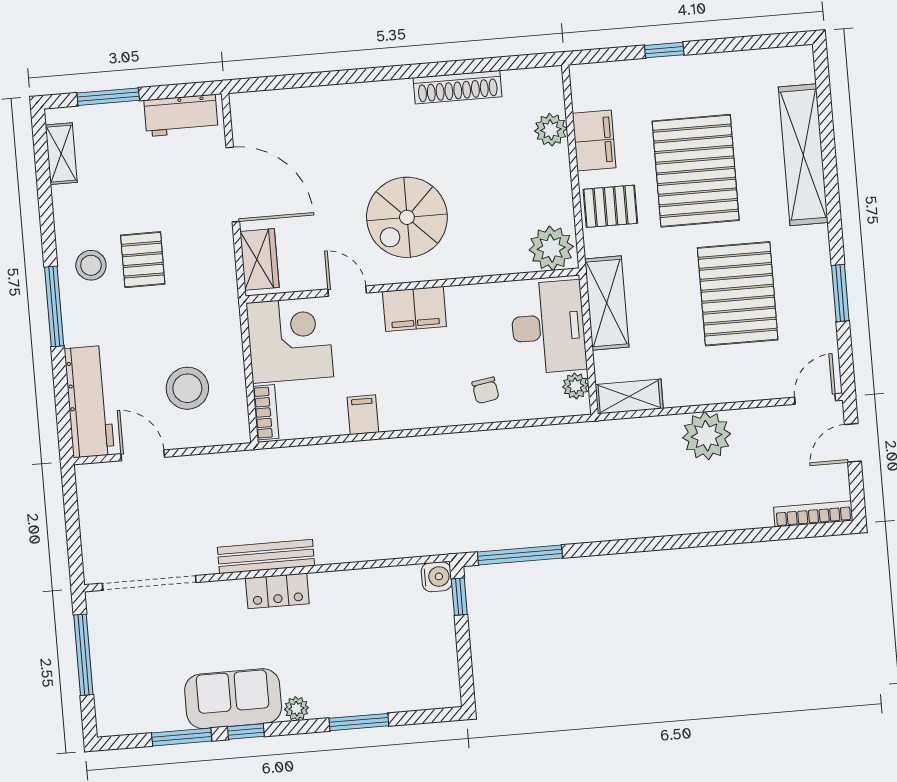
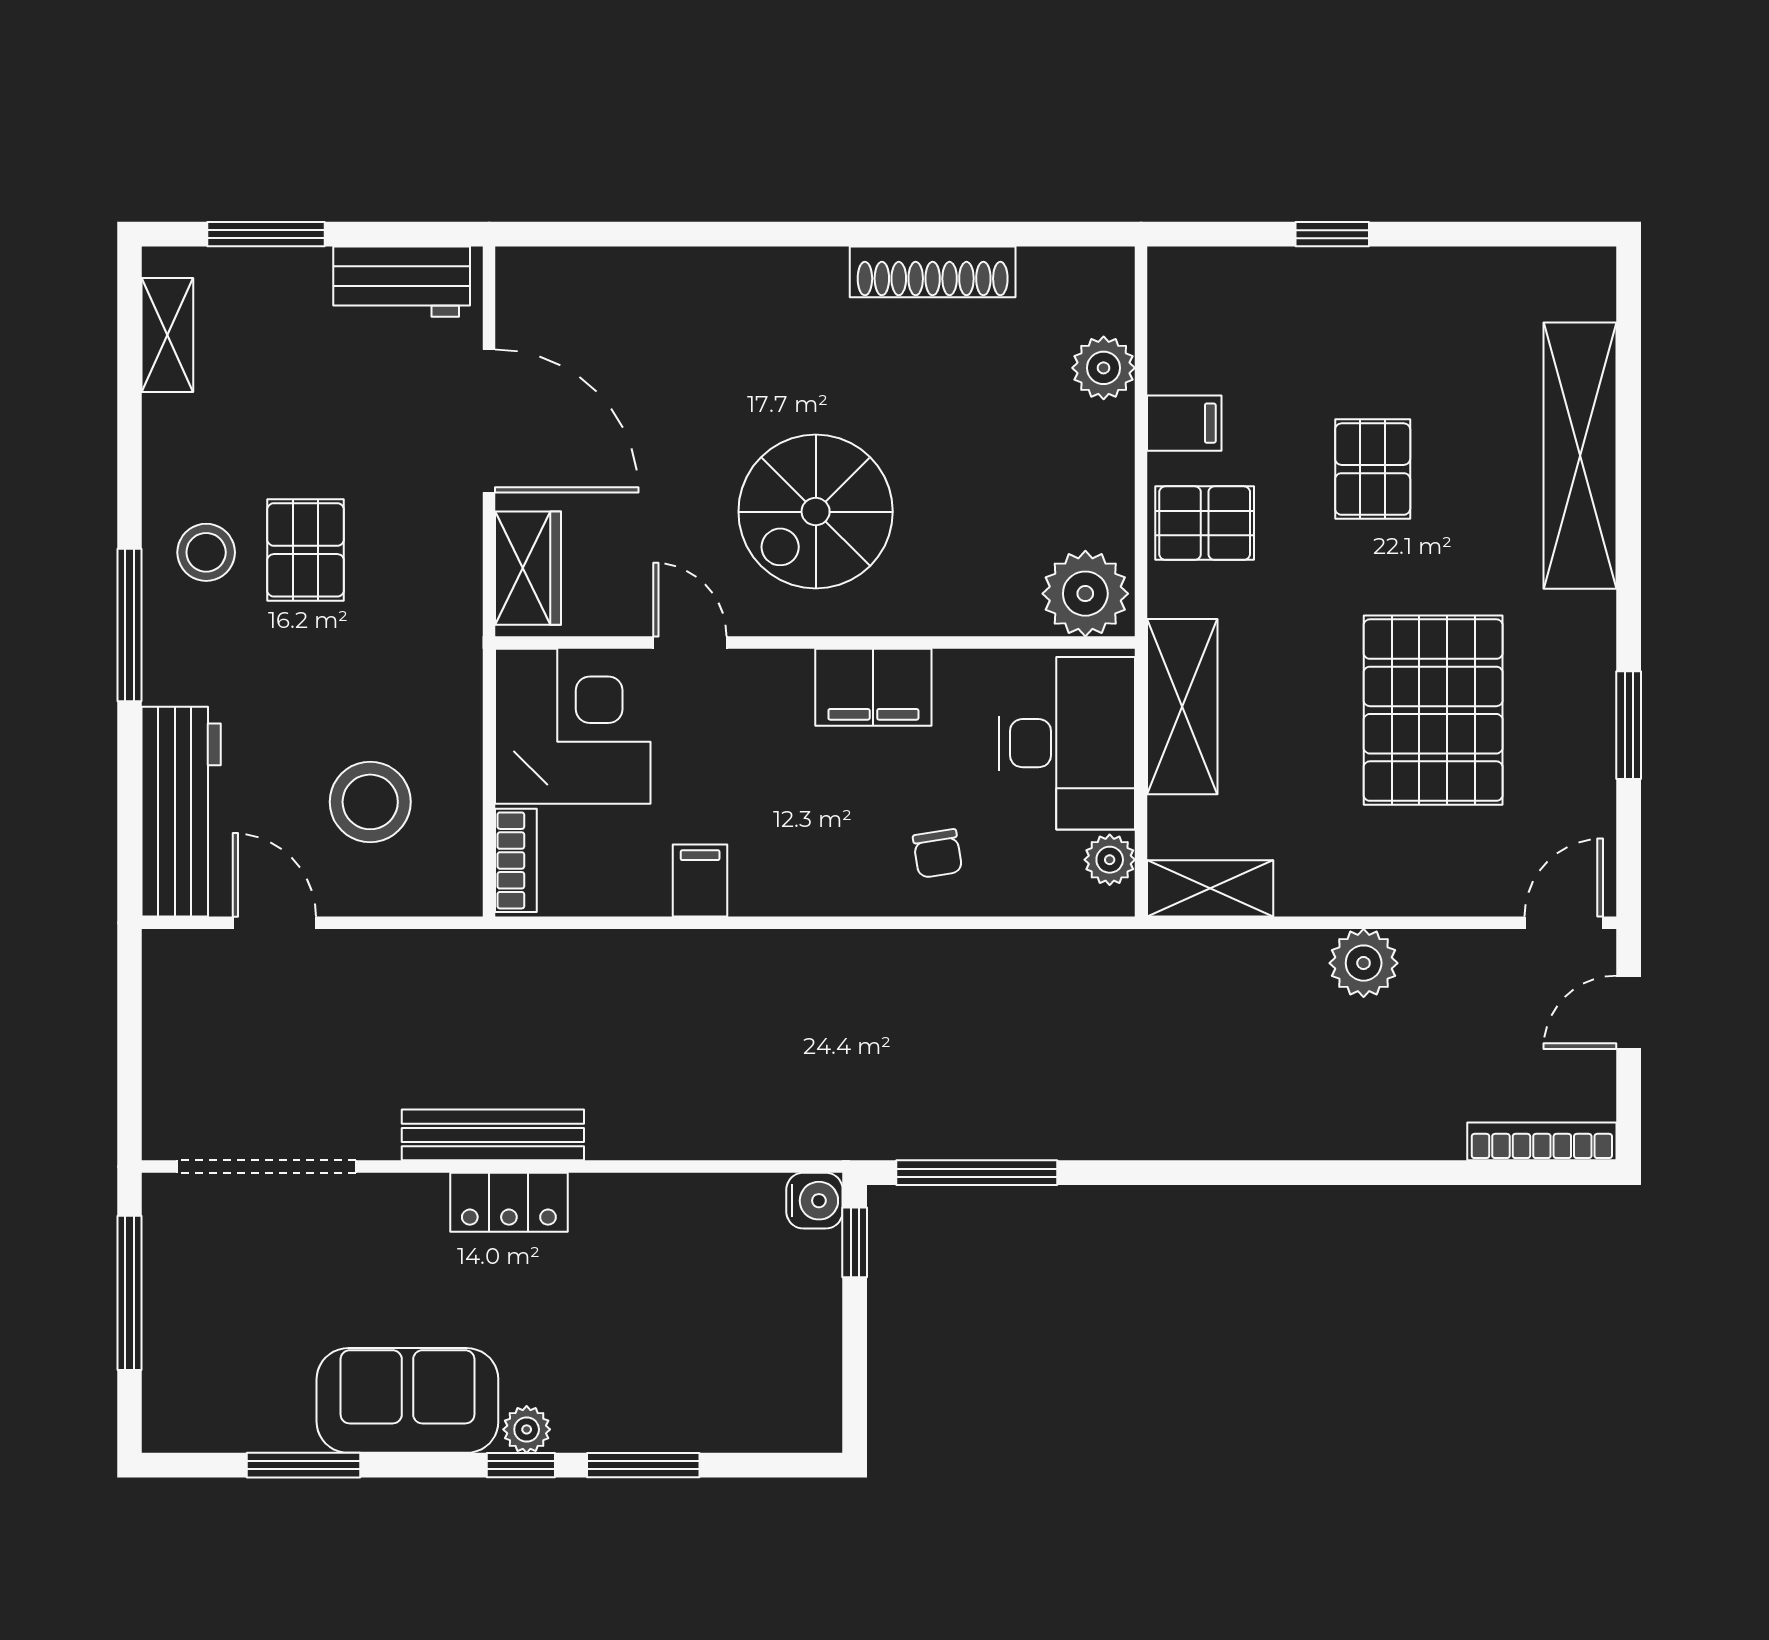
filing cabinet: (594, 141) -> (1184, 423), width x0.50
pallet: (696, 171) -> (1373, 469), width x0.49, depth x0.50
filing cabinet: (414, 309) -> (873, 687), moved
plant: (707, 436) -> (1364, 963), width x0.73, depth x0.73
window: (246, 732) -> (521, 1465), moved

